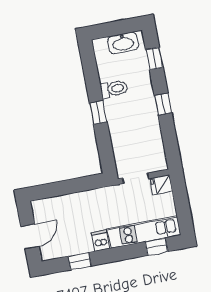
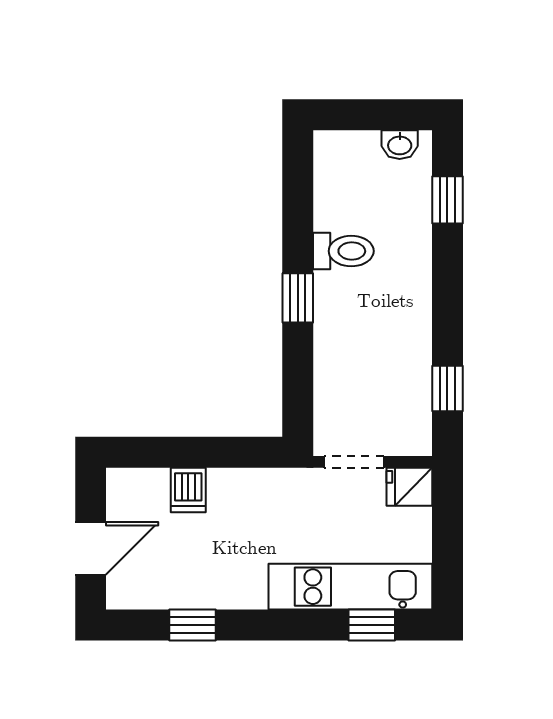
washbasin: (123, 43) -> (400, 145), width x0.52, depth x0.69
window: (163, 104) -> (447, 389), moved
dishwasher: (101, 241) -> (188, 490), moved, turned 180

